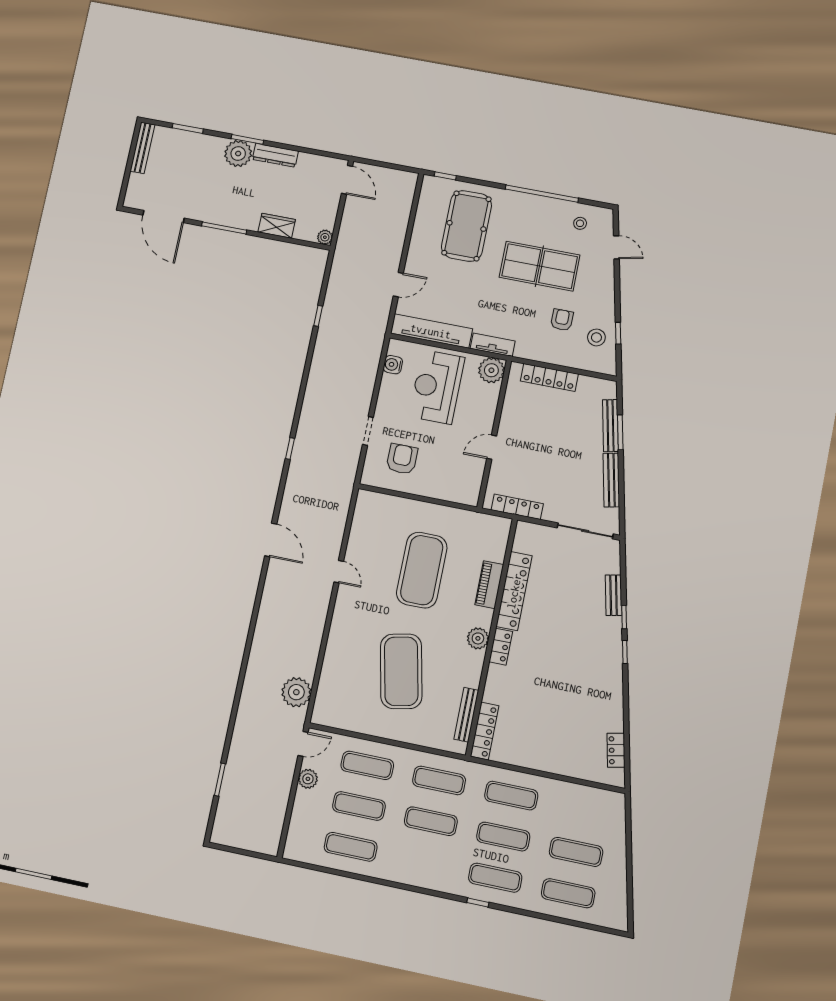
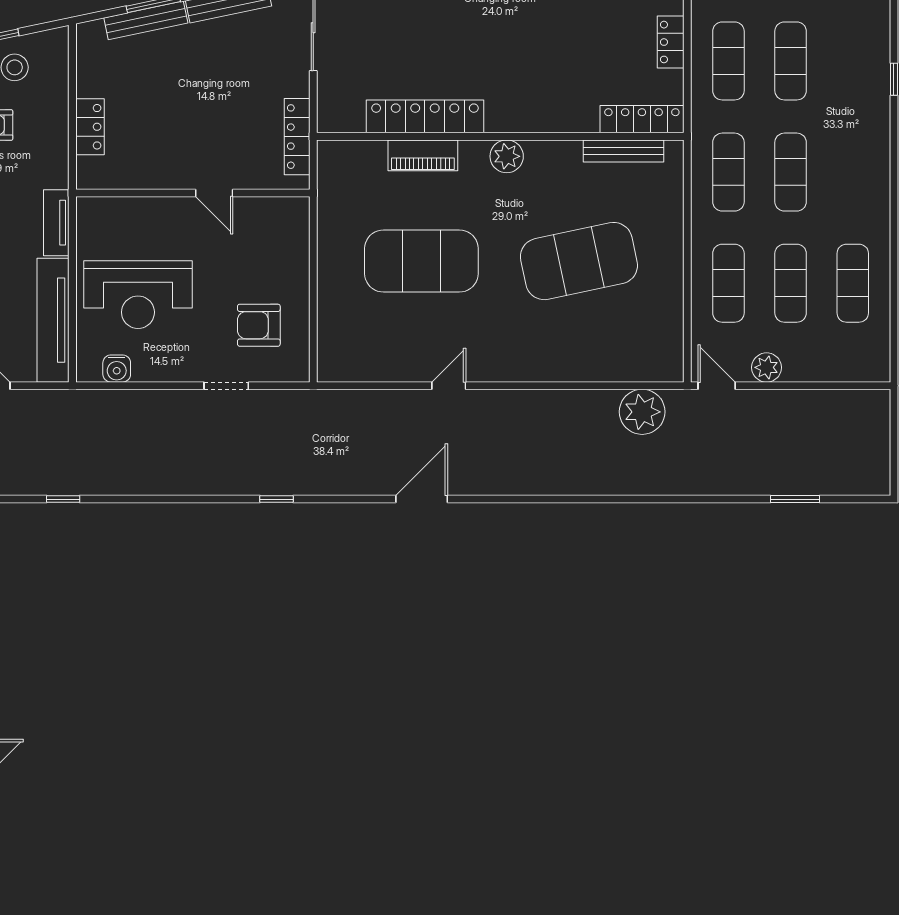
plant: (491, 370) -> (96, 217), removed
locker: (549, 377) -> (90, 127), width x0.66
locker: (501, 647) -> (671, 42), moved, turned -90
exercise mat: (495, 878) -> (853, 61), removed

